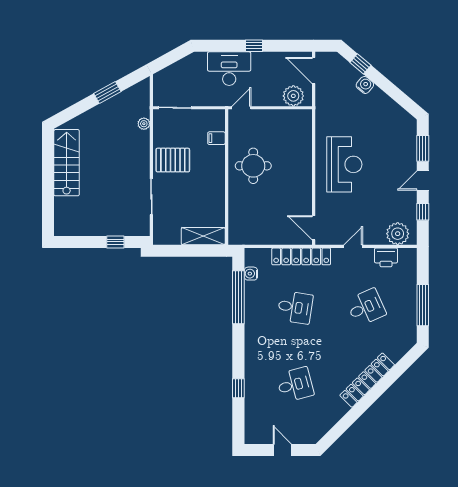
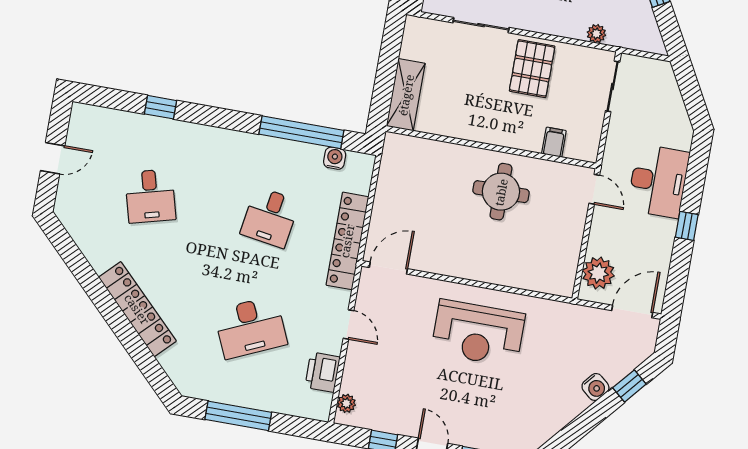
plant: (398, 234) -> (346, 403), width x0.53, depth x0.53
desk: (366, 307) -> (250, 327), width x1.37

